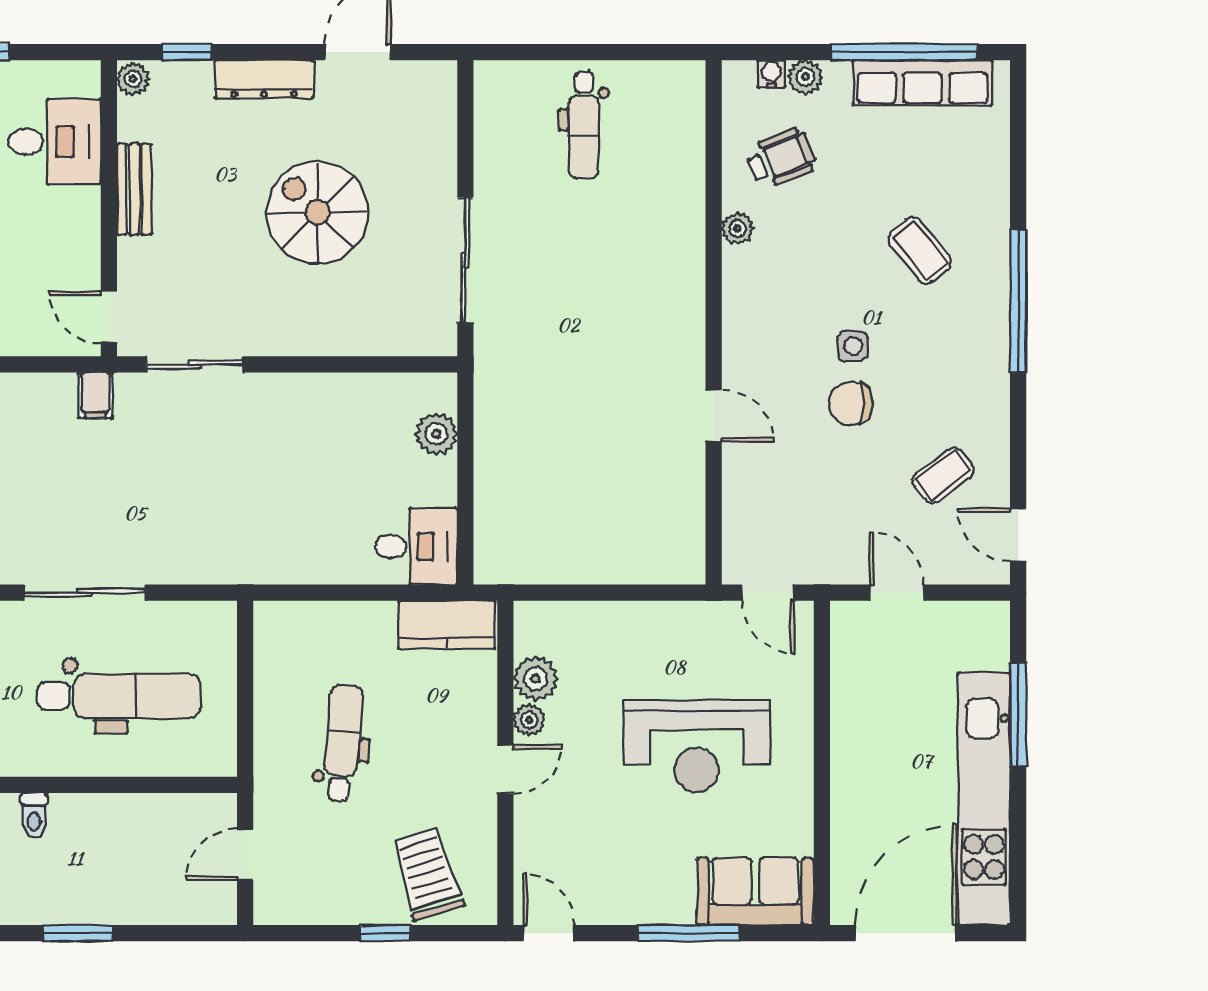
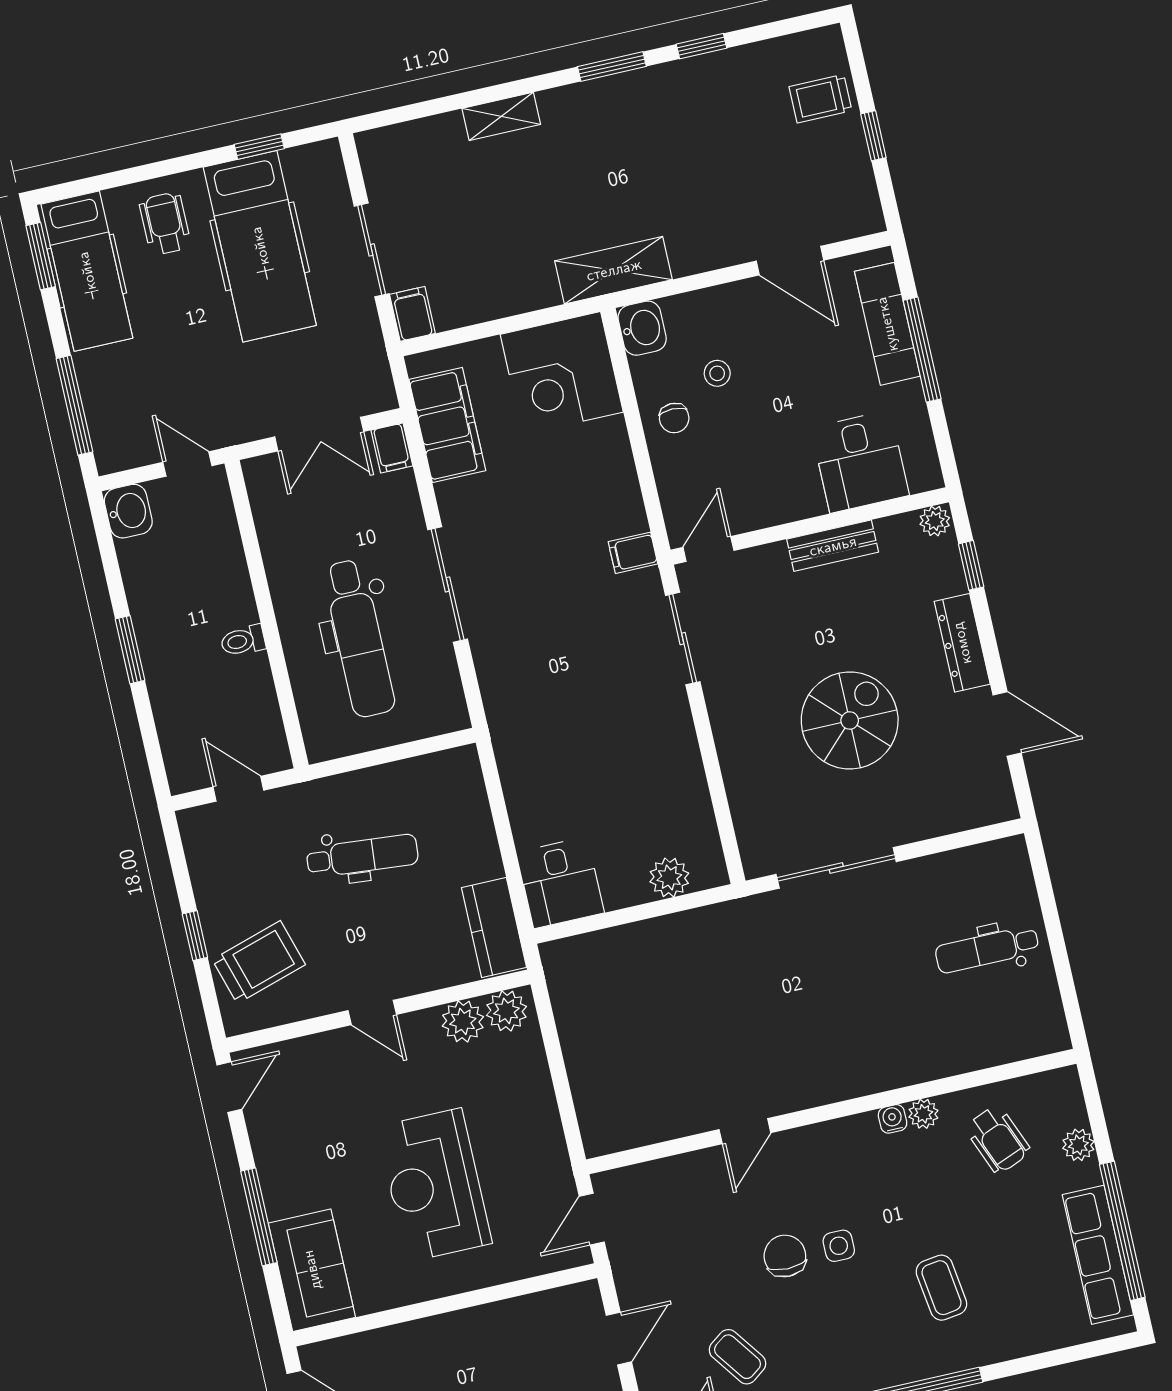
water cooler: (771, 74) -> (893, 1119), moved, turned -90
coffee table: (920, 250) -> (941, 1288), turned -59
plant: (529, 720) -> (506, 1011), moved, width x1.38, depth x1.38
toilet: (34, 815) -> (243, 641), moved

